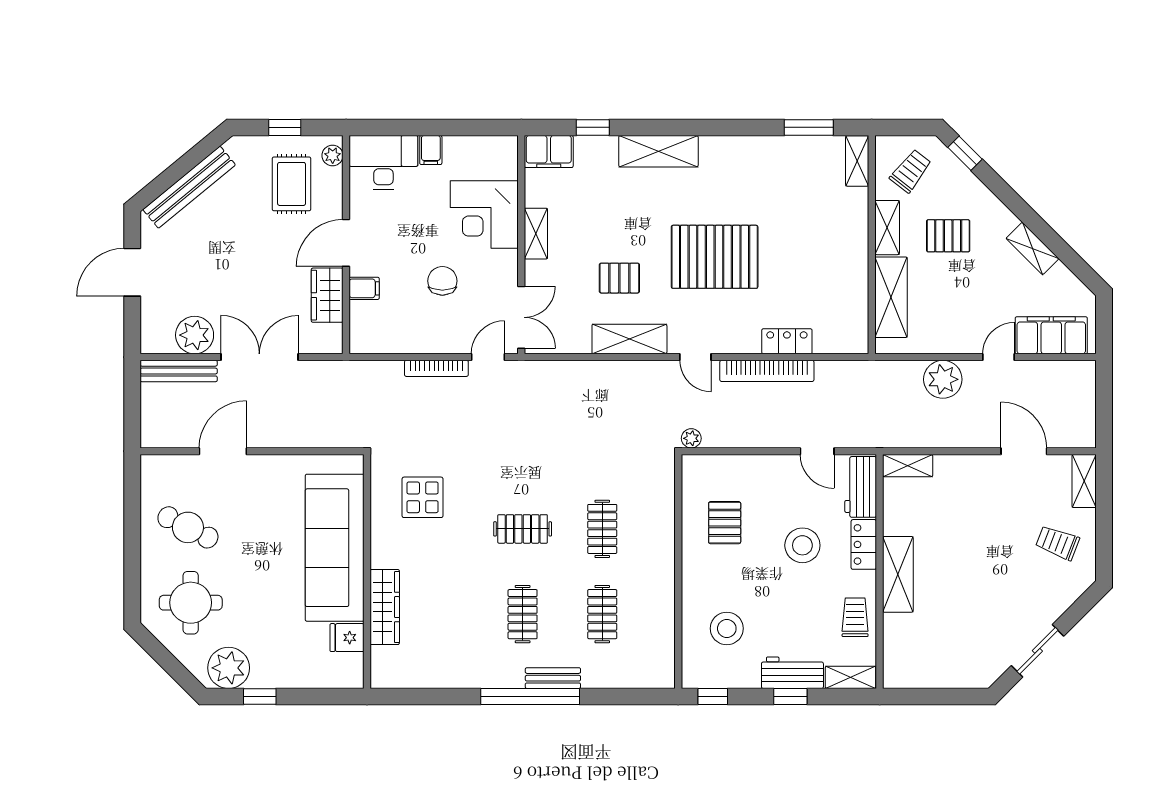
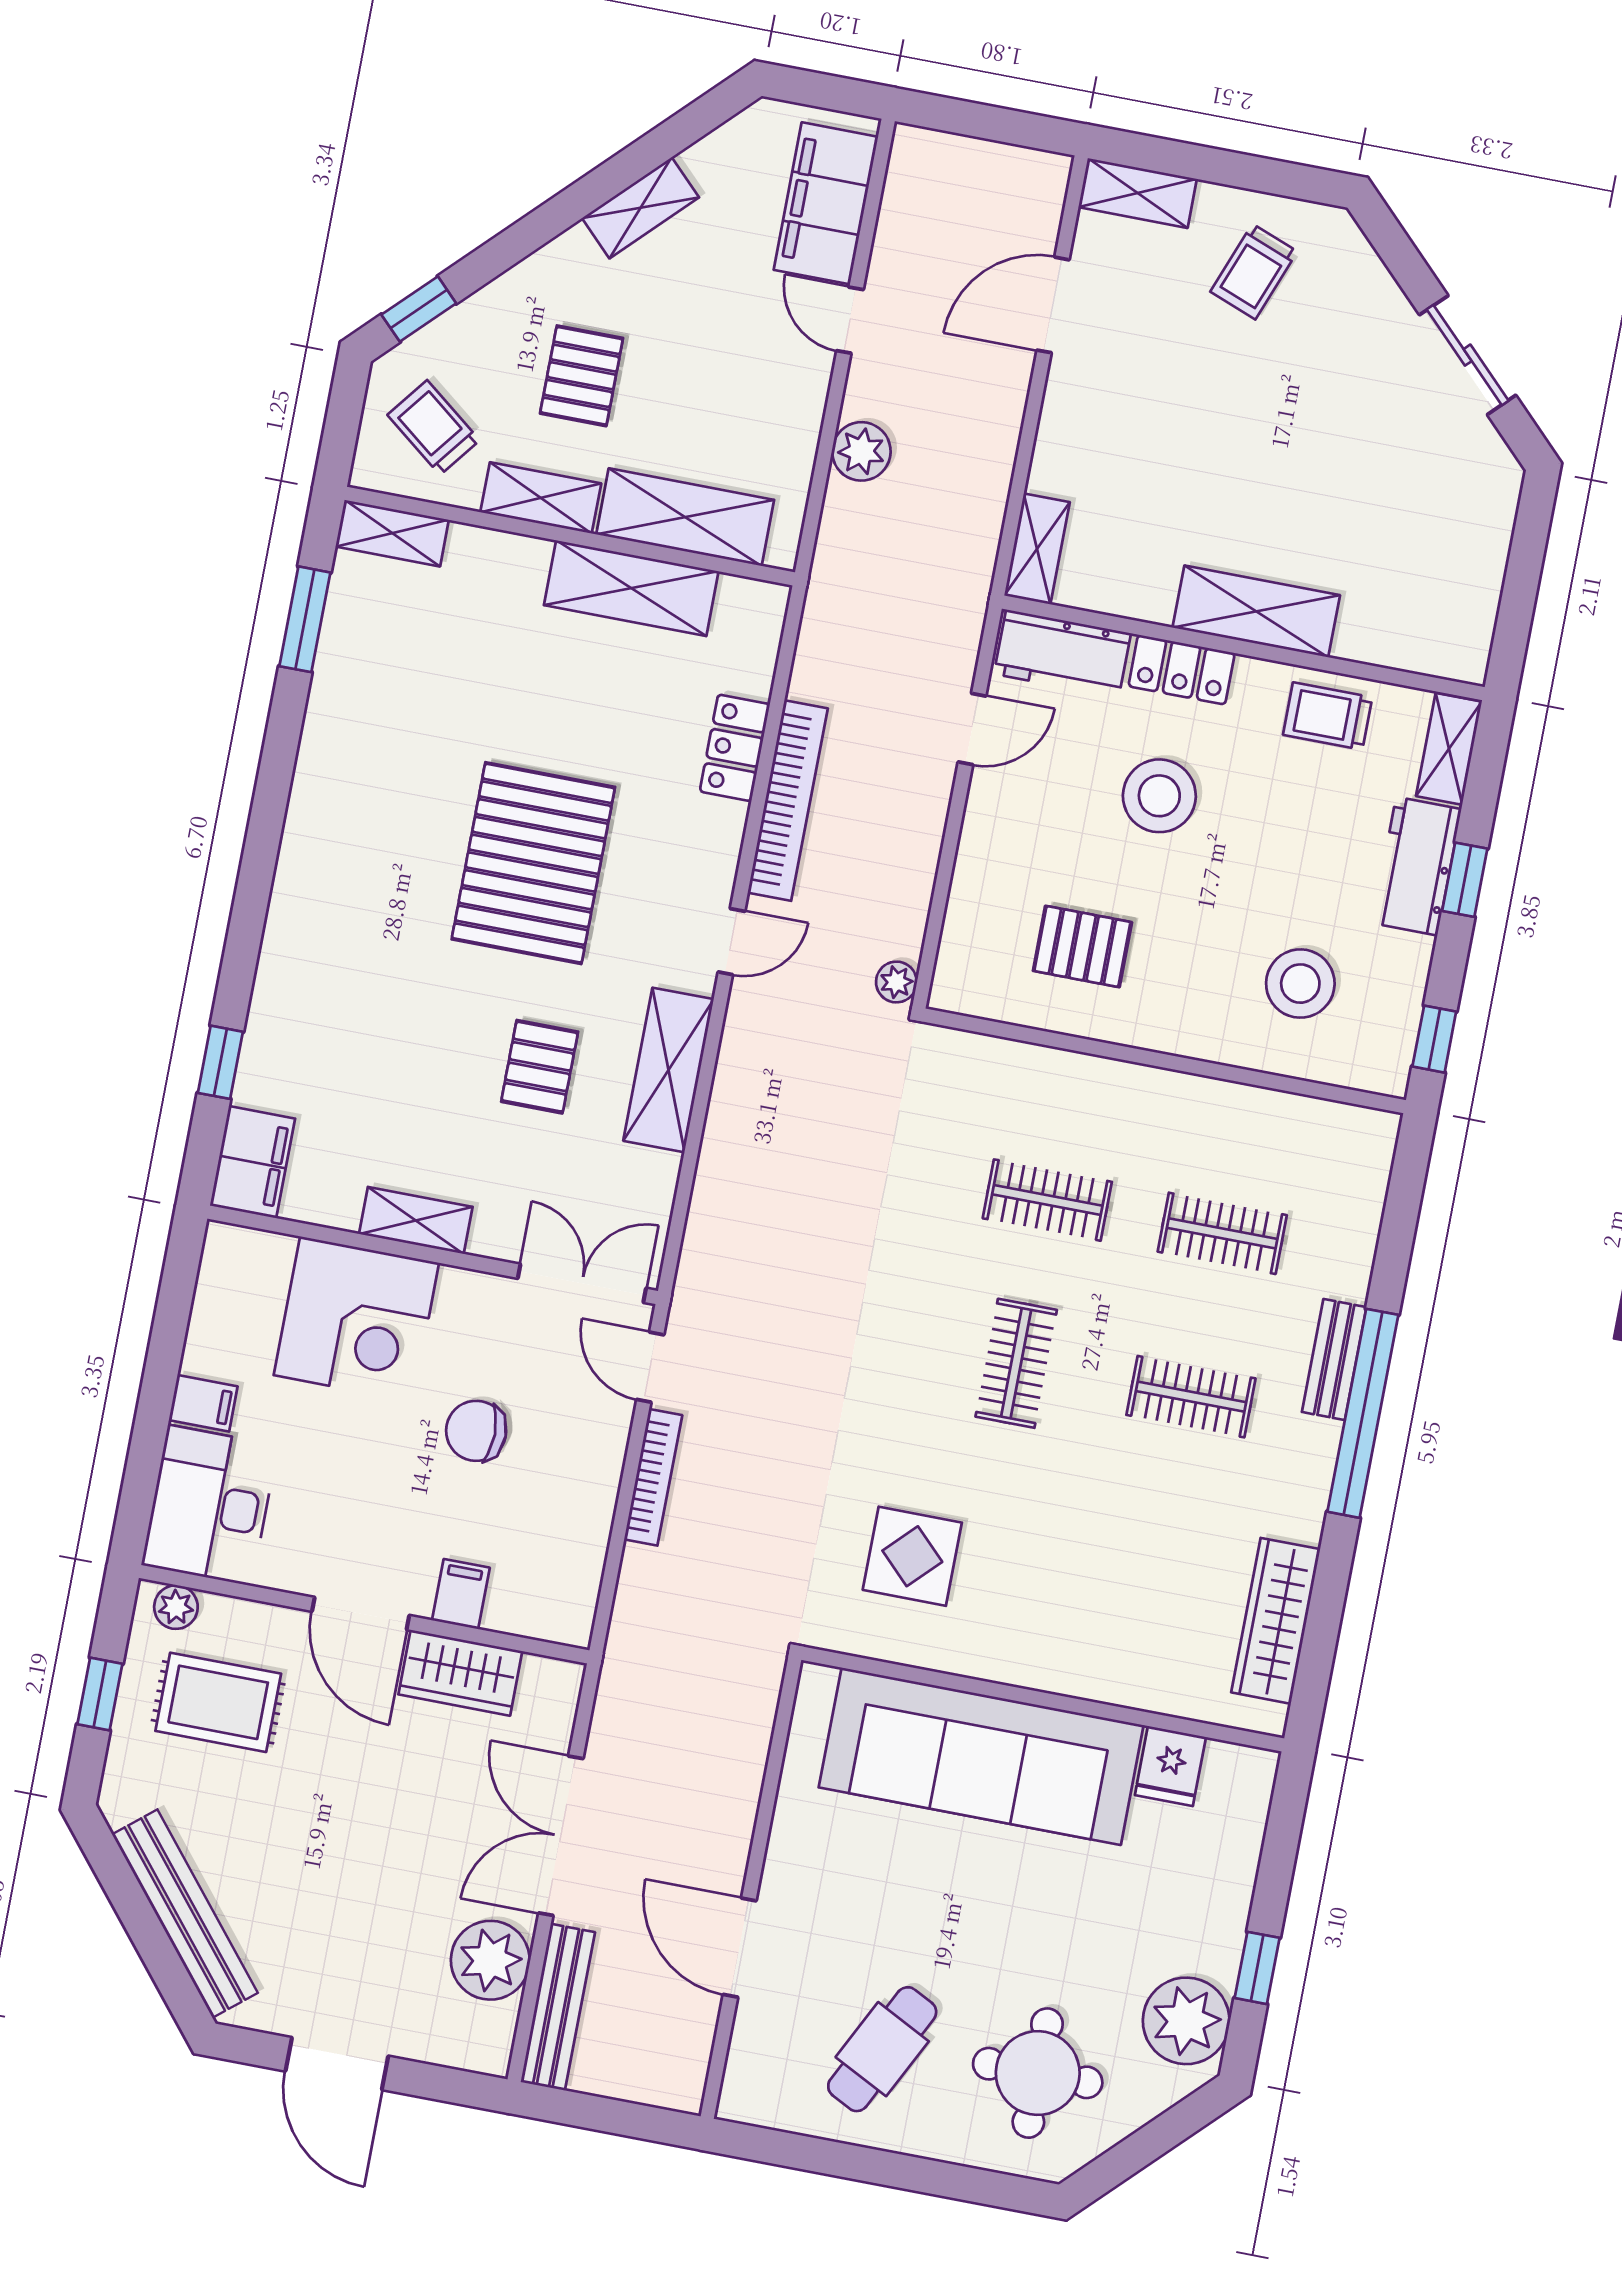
shelving: (658, 151) -> (631, 588), moved, turned 90
plant: (943, 379) -> (861, 451), width x0.73, depth x0.73
wardrobe: (385, 607) -> (1276, 1621), moved, turned -90

